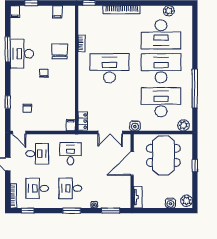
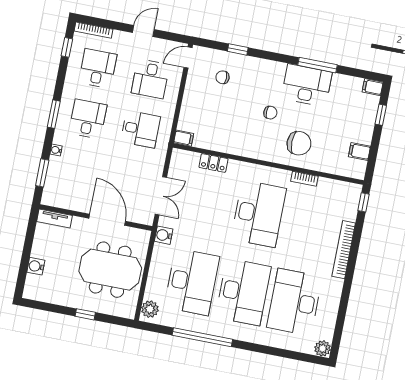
plant: (169, 11) -> (323, 348), moved
locker: (83, 121) -> (213, 163), moved
double door: (110, 132) -> (161, 196), swing flipped
plant: (187, 201) -> (35, 291), removed

